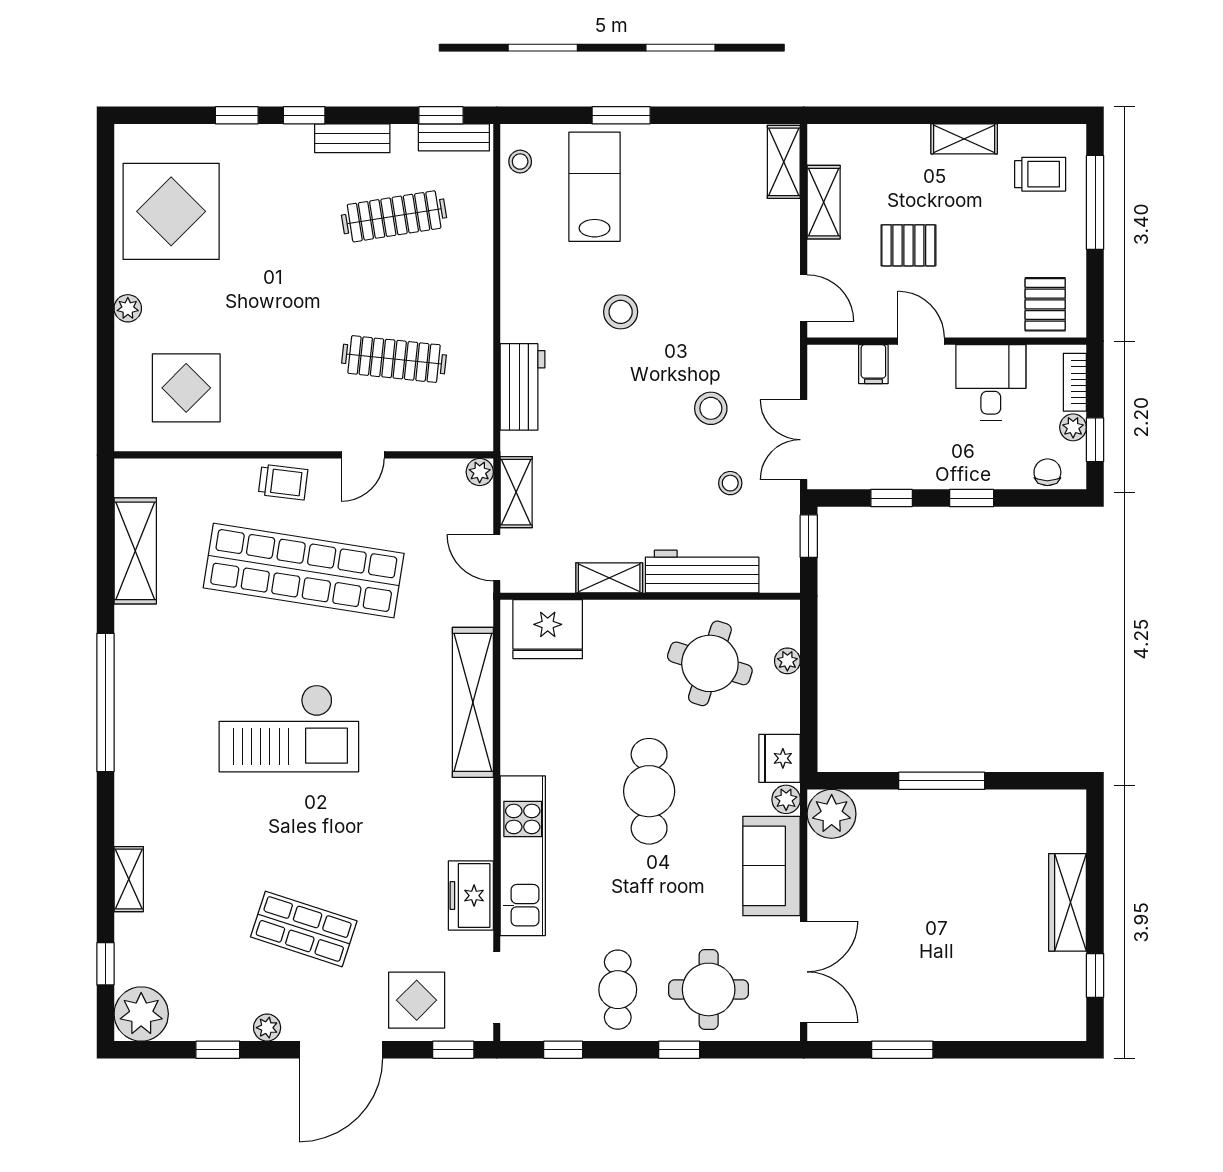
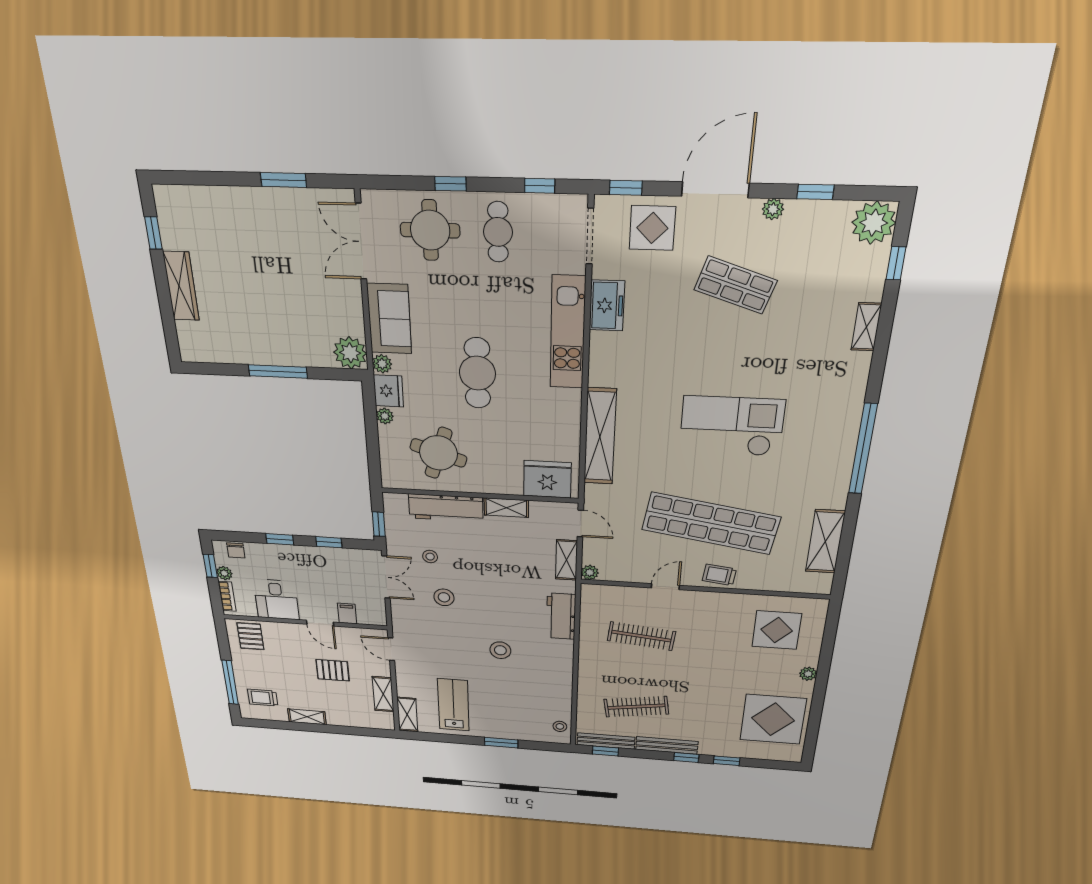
bench: (454, 137) -> (606, 741), width x1.36
bench: (352, 138) -> (667, 745), width x1.36
lab bench: (594, 187) -> (453, 705), moved, turned 180
plant: (787, 661) -> (385, 416), moved

